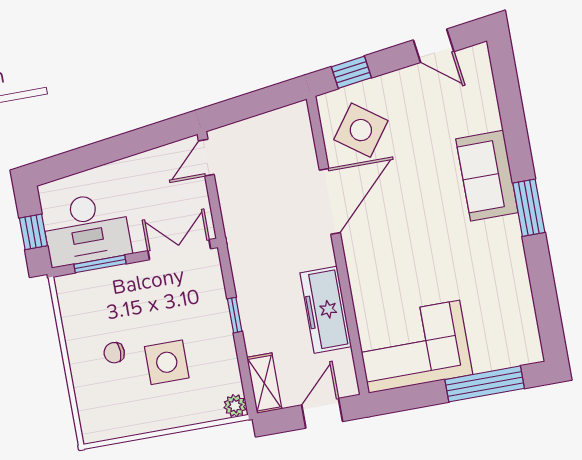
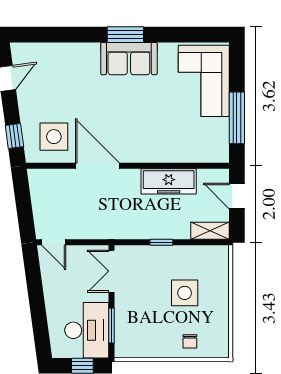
side table: (361, 130) -> (54, 137), turned -36
sofa: (487, 176) -> (129, 59), moved
corner sofa: (414, 347) -> (204, 81), moved
chair: (114, 353) -> (190, 341), moved
window: (485, 384) -> (237, 118), moved
plant: (235, 406) -> (221, 253), removed

